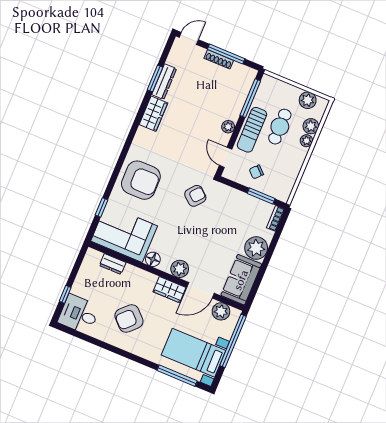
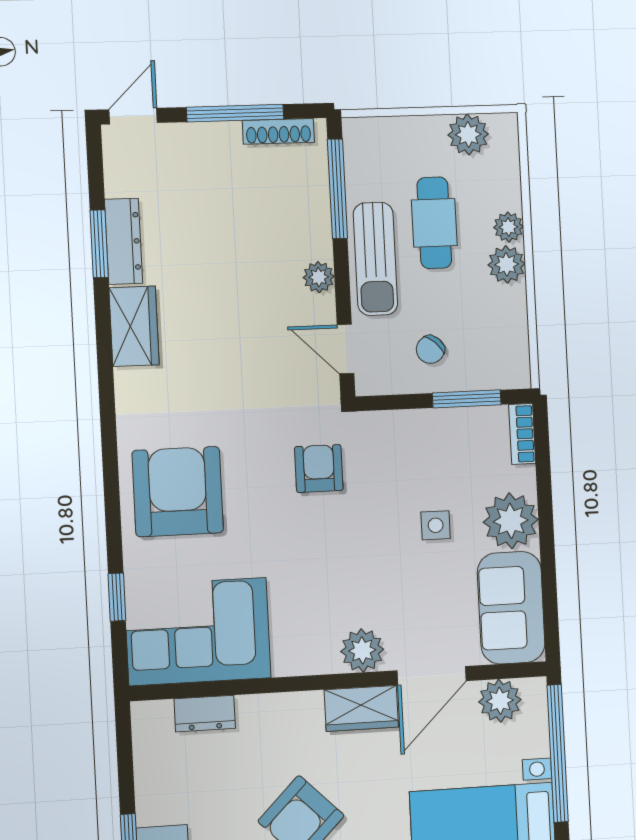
shoe rack: (219, 59) -> (278, 131), moved
plant: (311, 126) -> (507, 264), moved
armchair: (141, 180) -> (178, 492), turned -90
armchair: (195, 196) -> (319, 469), turned -40
side table: (228, 236) -> (436, 525), added
floor lamp: (153, 259) -> (291, 658), removed

